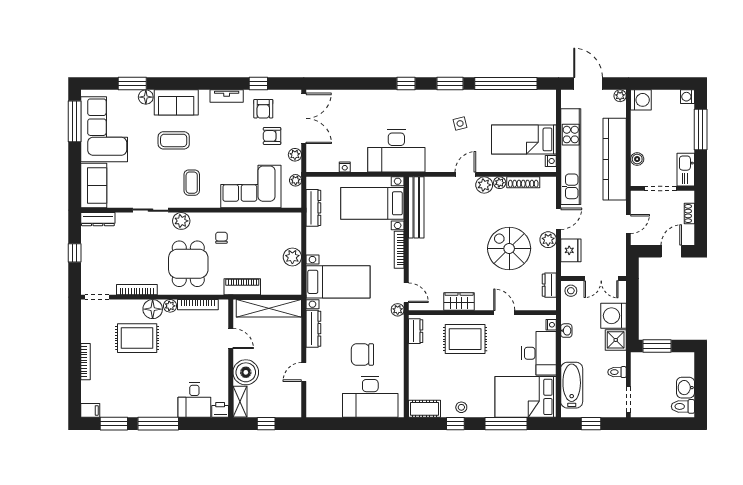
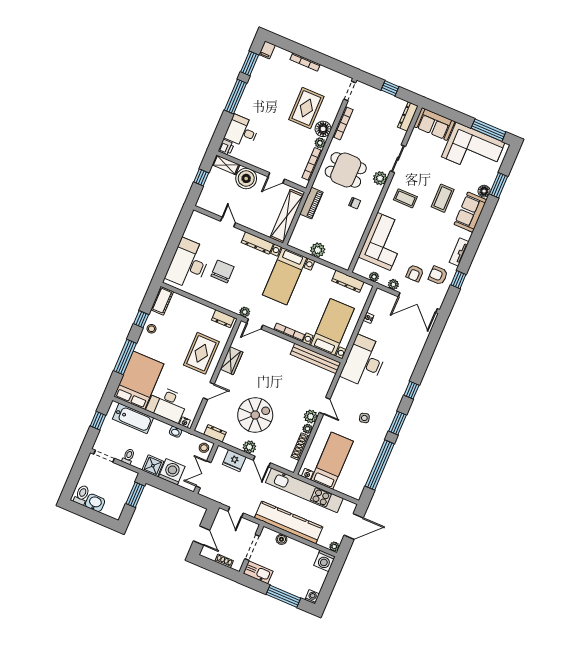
armchair: (272, 136) -> (415, 273), turned 180

